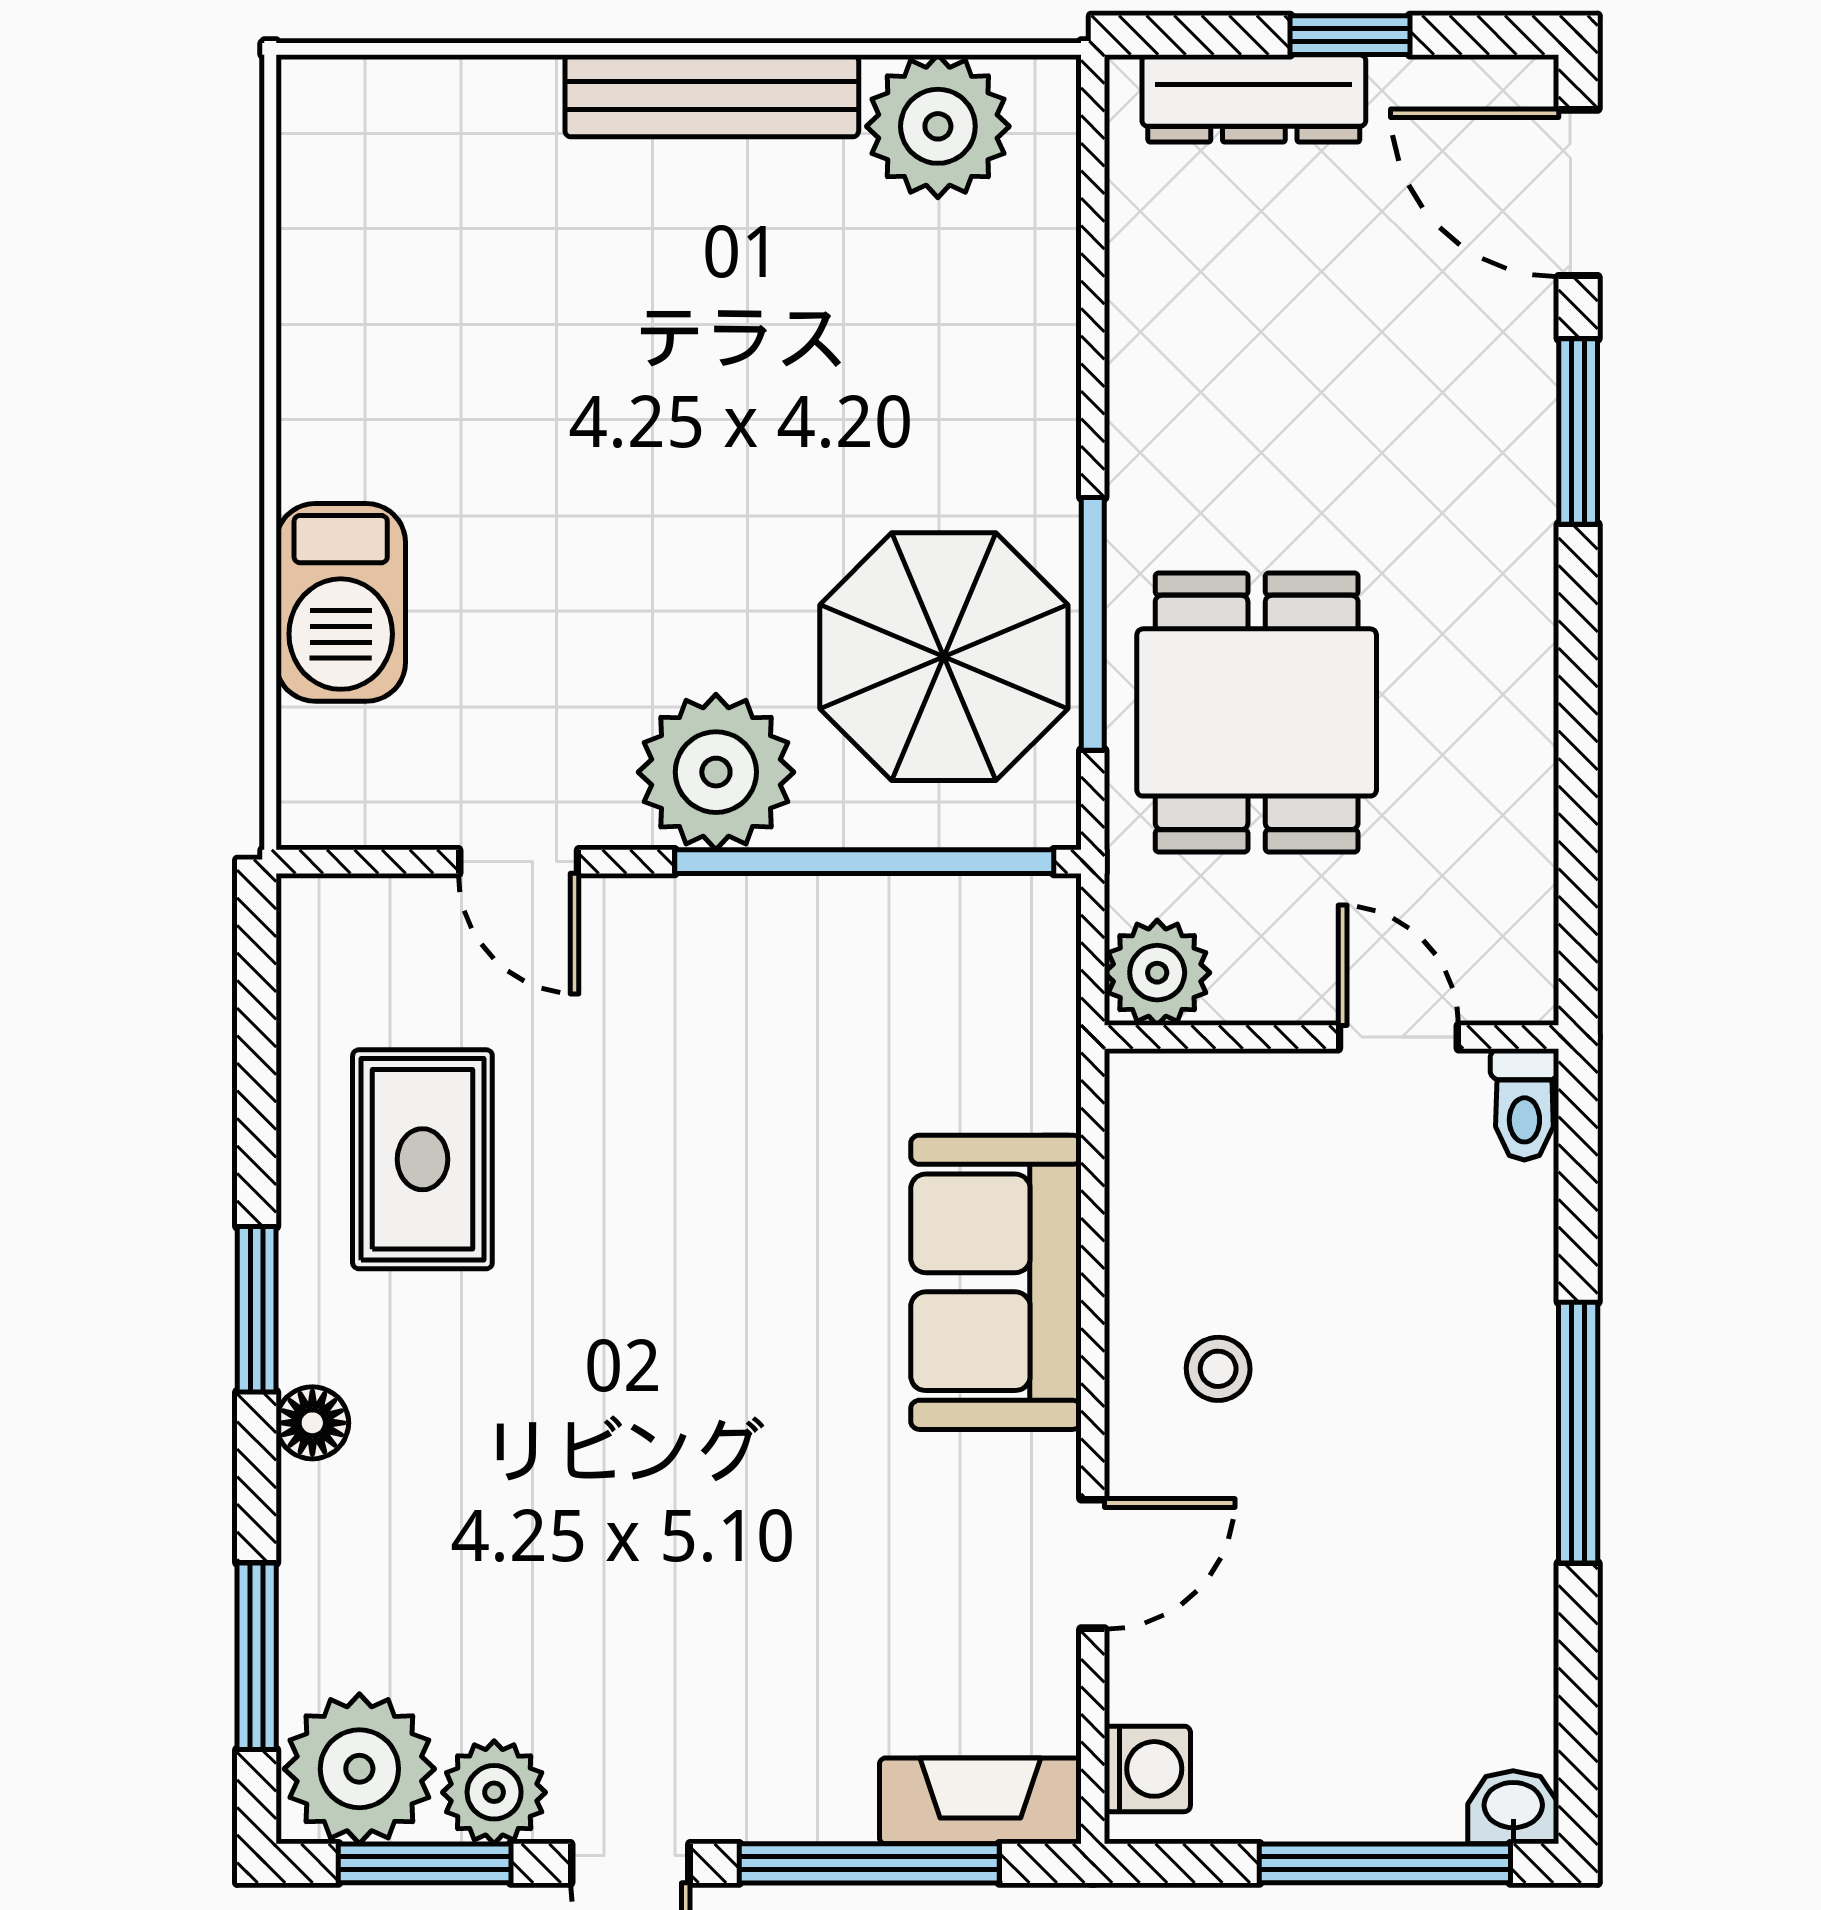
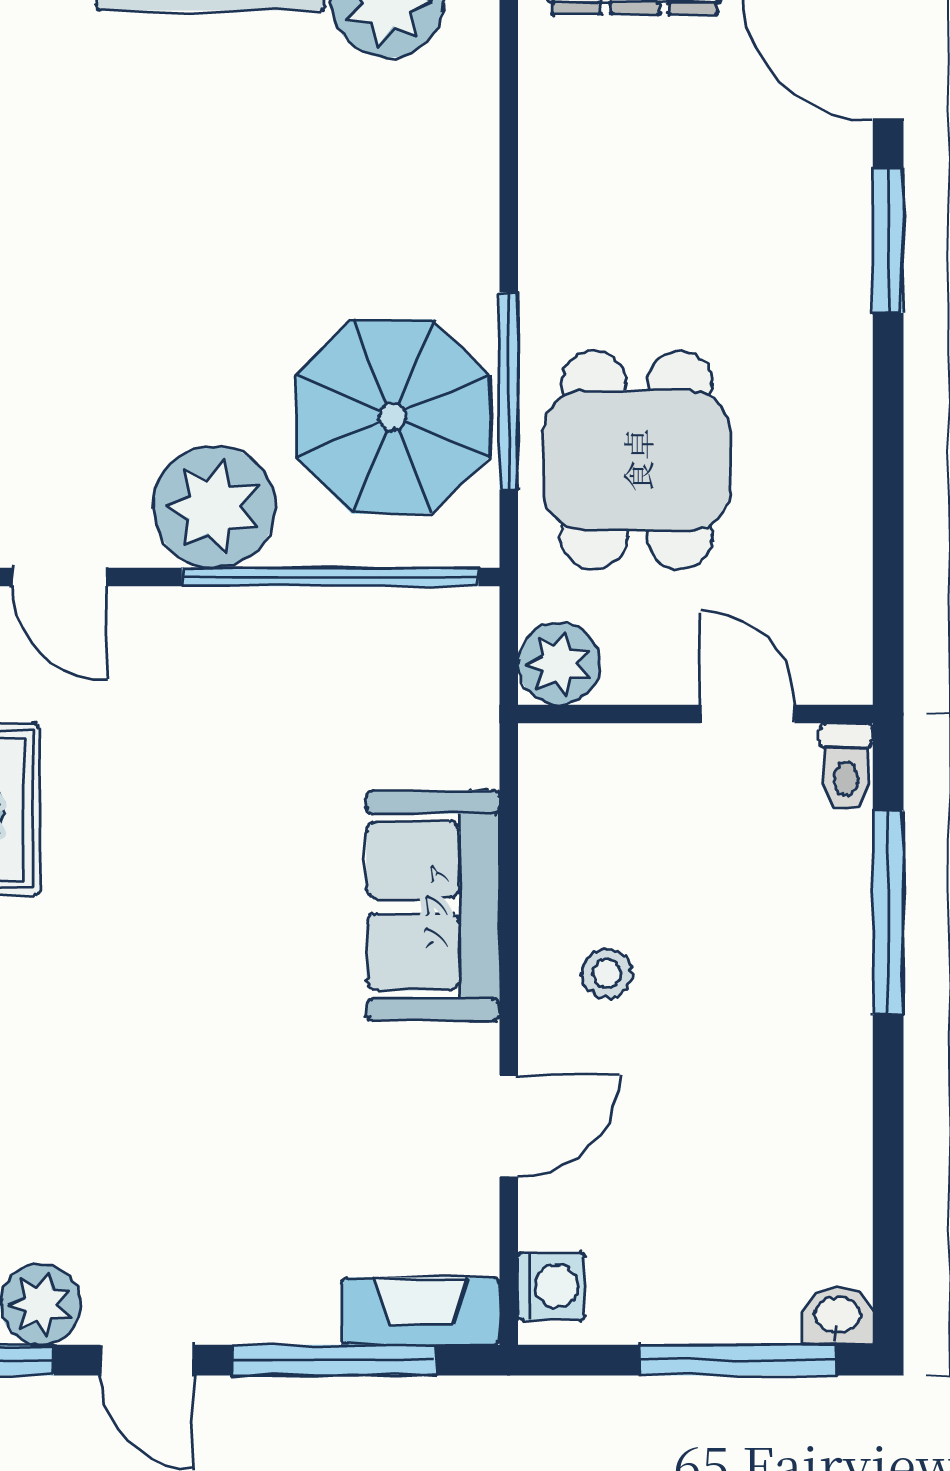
window: (1578, 1433) -> (888, 913), moved

